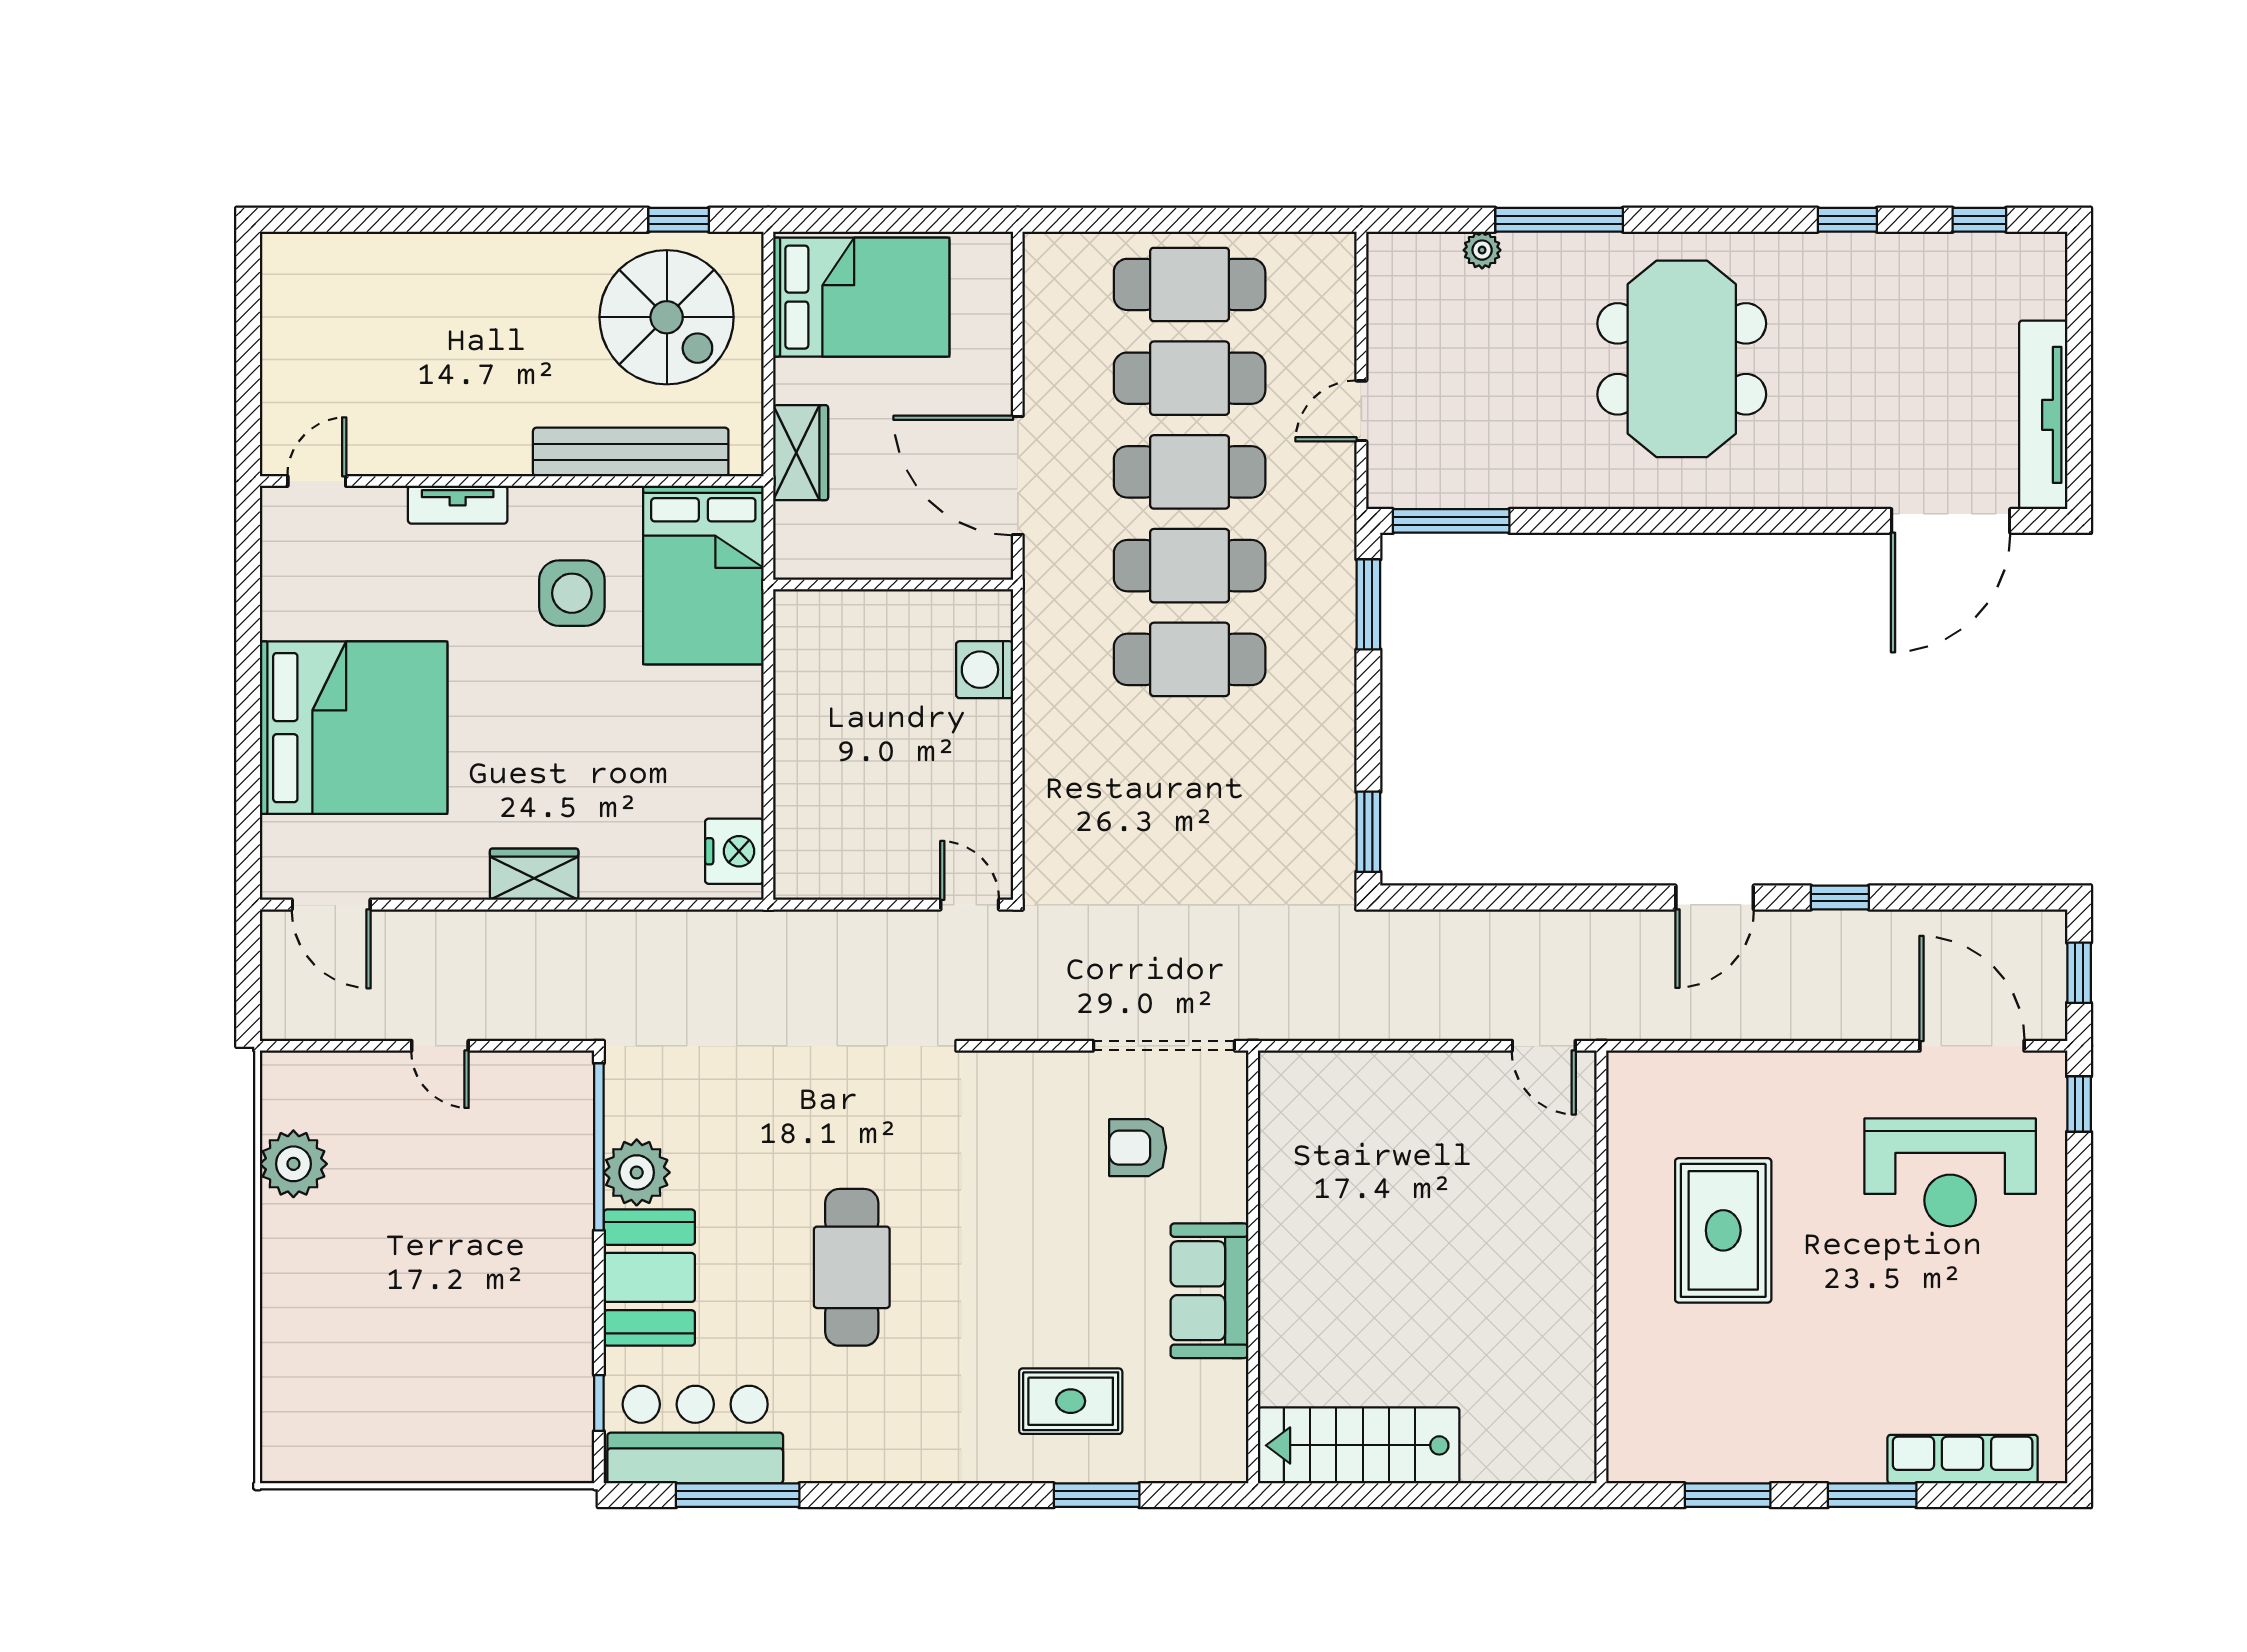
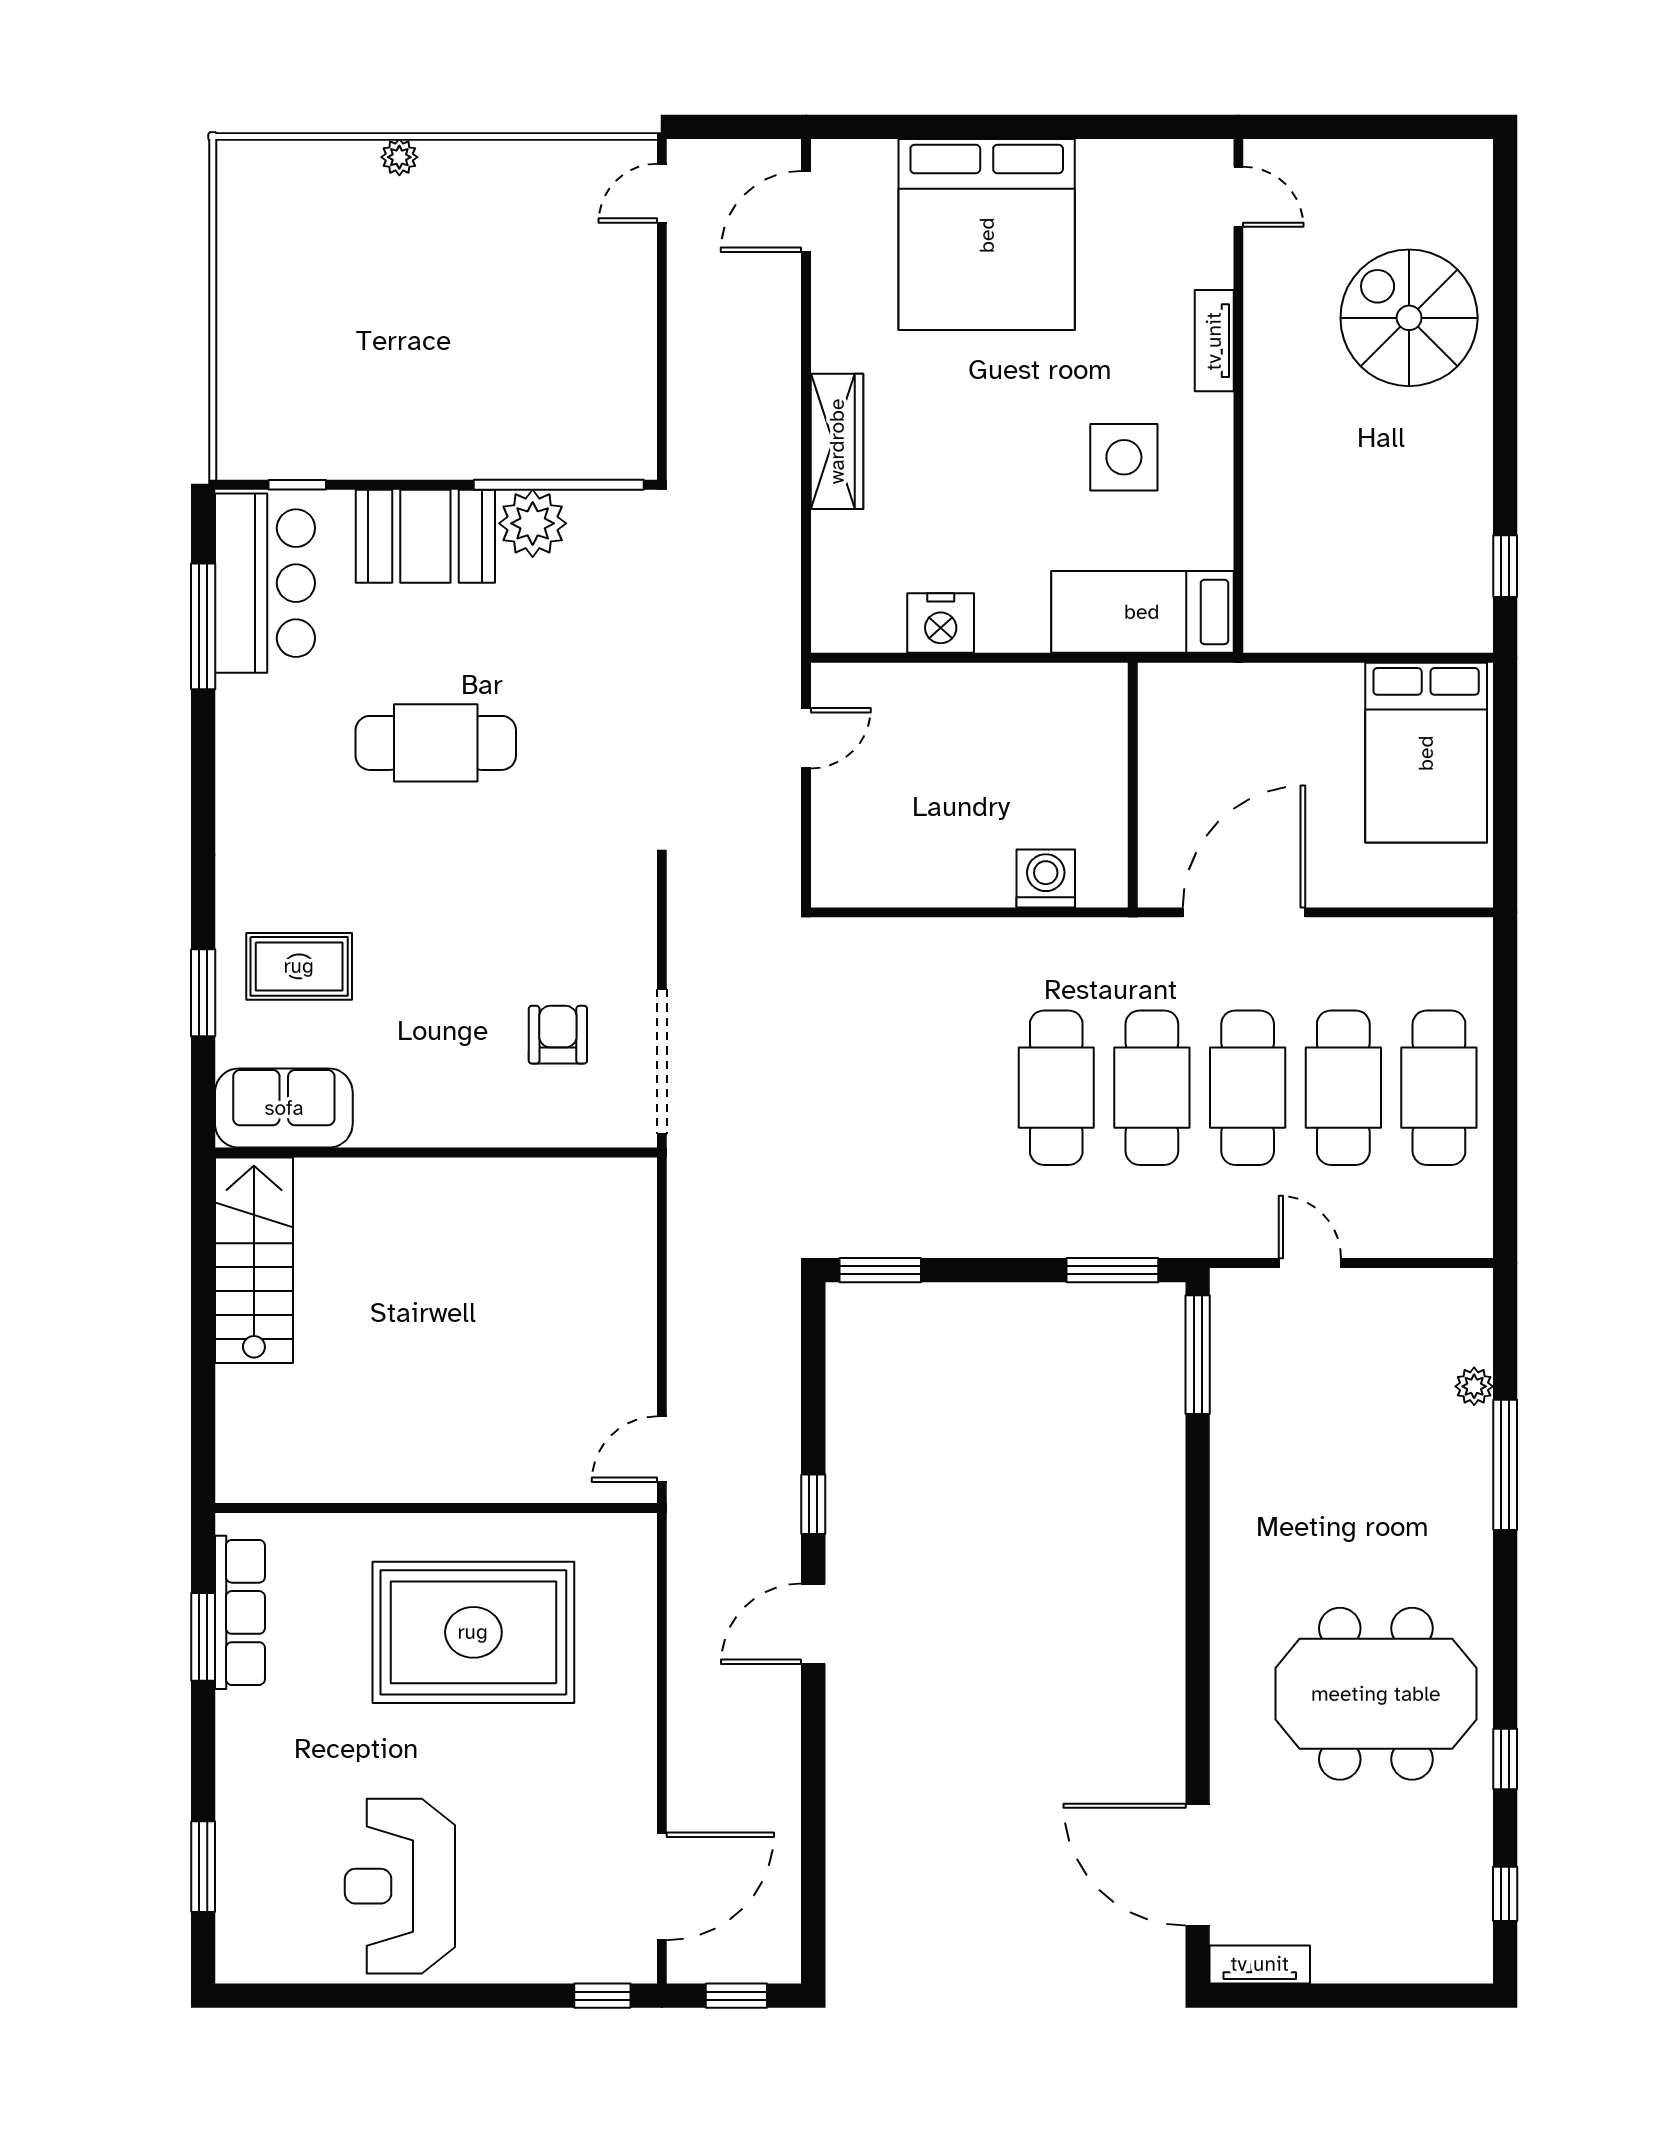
spiral stairs: (667, 317) -> (1409, 318), moved, turned 90
meeting table: (1682, 359) -> (1376, 1694), moved
tv unit: (2043, 415) -> (1260, 1964), width x0.52, depth x0.78
bench: (631, 452) -> (1268, 517), removed
wardrobe: (801, 453) -> (1267, 691), removed
bed: (703, 575) -> (1142, 612), width x0.67
nightstand: (734, 851) -> (941, 623), moved
wardrobe: (534, 874) -> (837, 441), width x1.50
door: (1715, 897) -> (813, 1624), hinge flipped
window: (1840, 897) -> (813, 1504), moved
door: (970, 905) -> (806, 738), moved
door: (440, 1046) -> (662, 193), moved
plant: (293, 1164) -> (399, 157), moved, width x0.53, depth x0.53
reception desk: (1950, 1172) -> (400, 1886), moved
rug: (1723, 1230) -> (473, 1632), width x1.37, depth x1.44
sofa: (1209, 1291) -> (284, 1108), moved
rug: (1071, 1401) -> (299, 966), turned 90
row of seats: (1963, 1459) -> (240, 1612), moved
window: (1872, 1495) -> (203, 1867), moved

